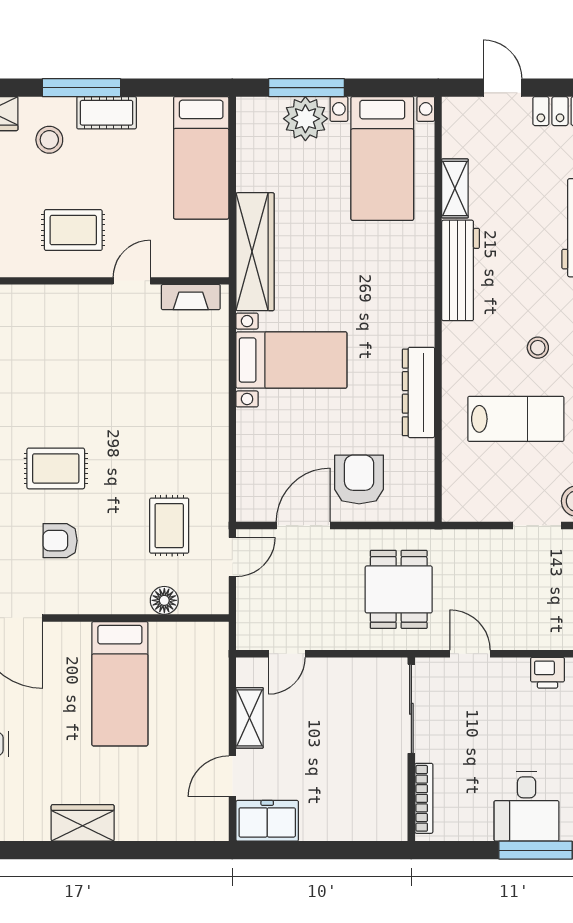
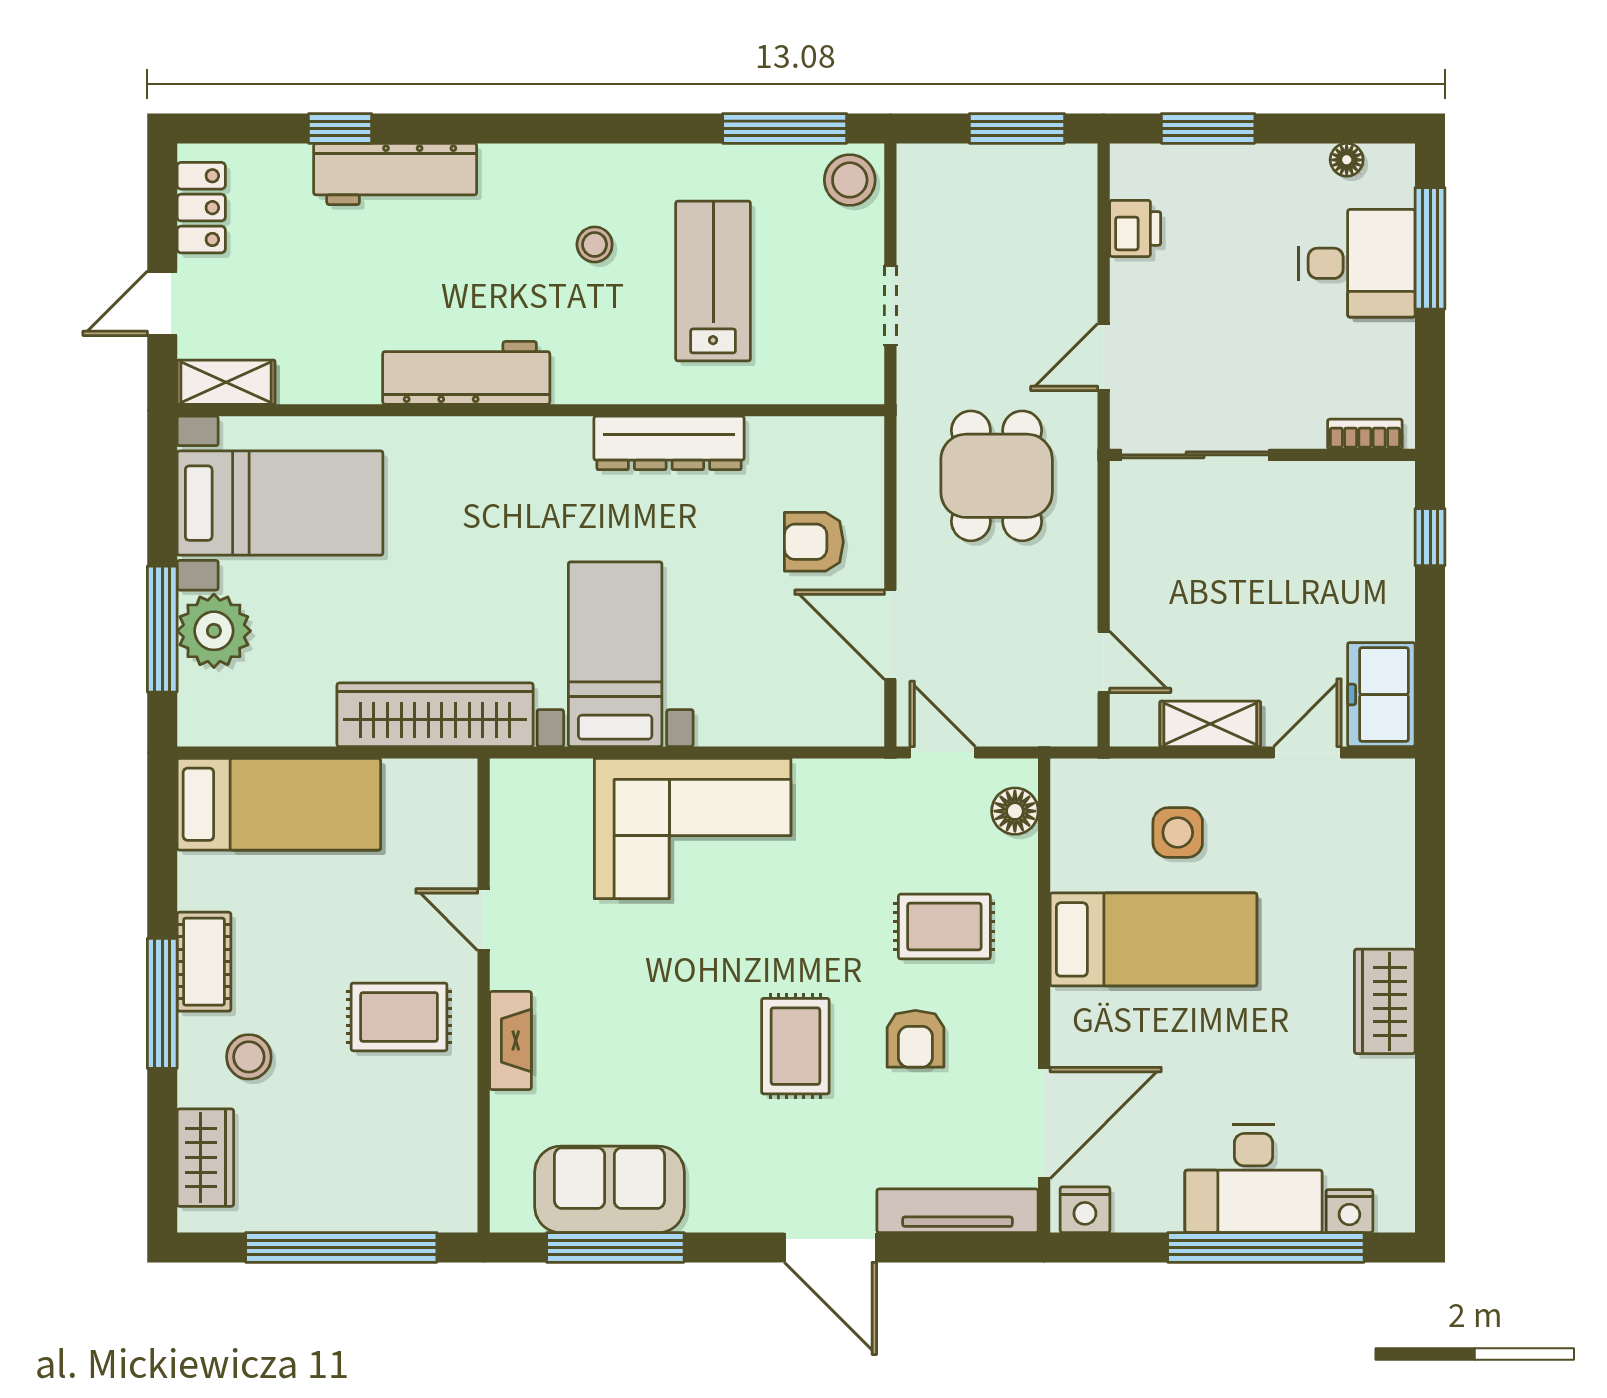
shelving: (455, 188) -> (226, 382), moved
rug: (73, 230) -> (399, 1017), turned 90
fireplace: (191, 297) -> (510, 1041), moved
corner sofa: (187, 407) -> (693, 829), added
armchair: (359, 480) -> (814, 542), width x0.72, depth x0.72
rug: (169, 526) -> (944, 927), moved
doorway: (537, 526) -> (890, 305), moved
dining table: (399, 589) -> (997, 476), turned 90
floor lamp: (164, 600) -> (1015, 811), moved
side table: (184, 698) -> (1178, 832), added
door: (232, 776) -> (1307, 752), swing flipped
bookcase: (424, 798) -> (1365, 434), width x0.64
window: (362, 850) -> (1430, 537), added

